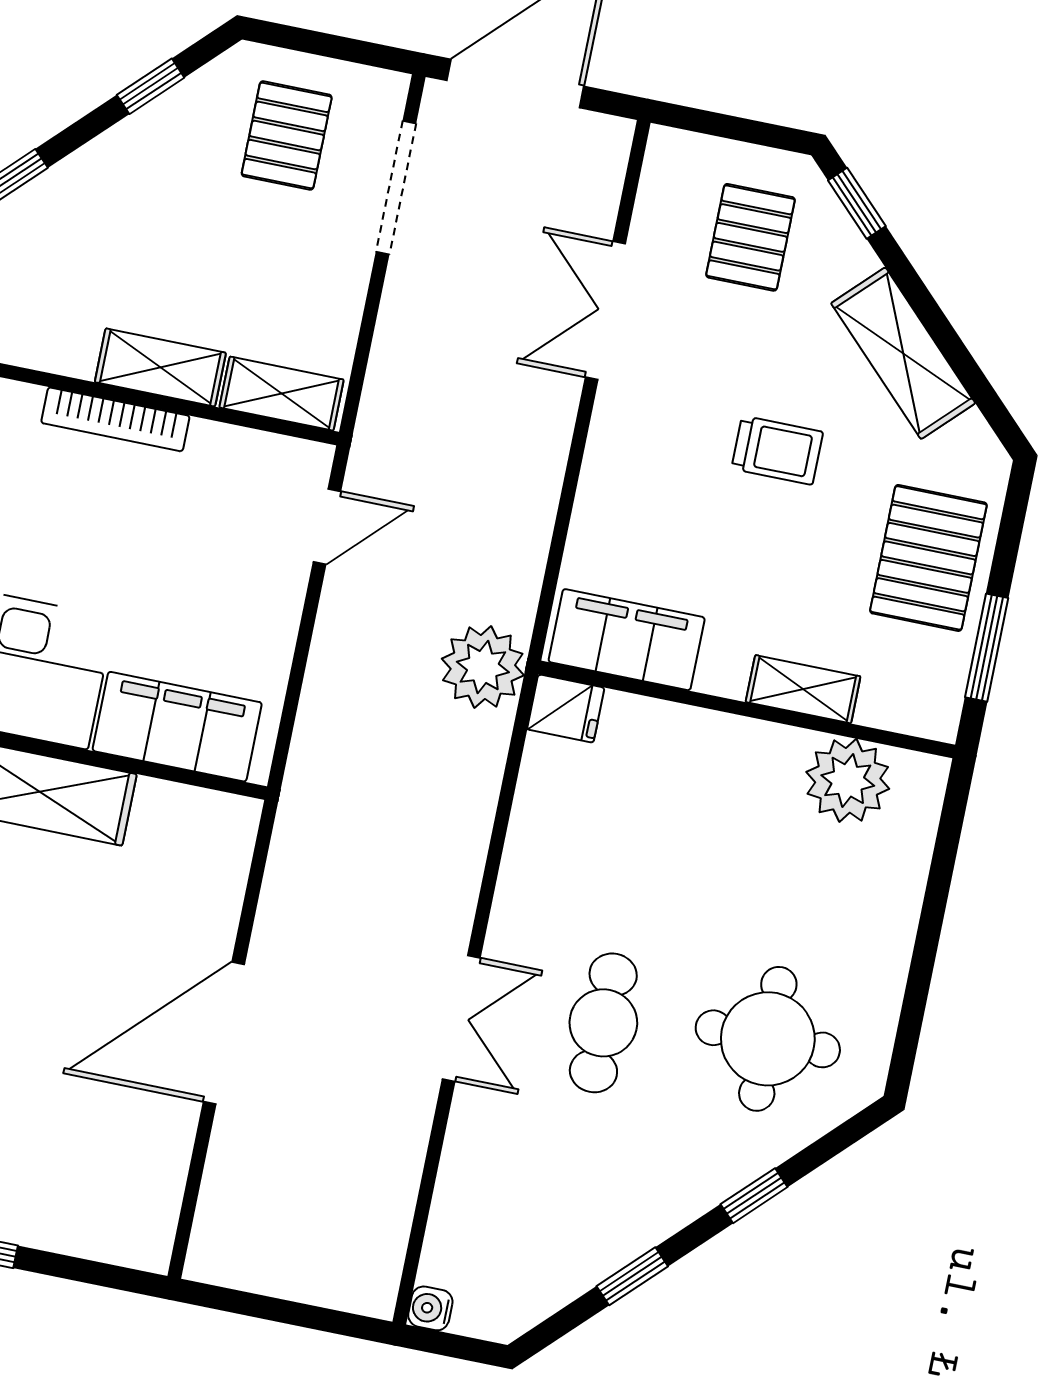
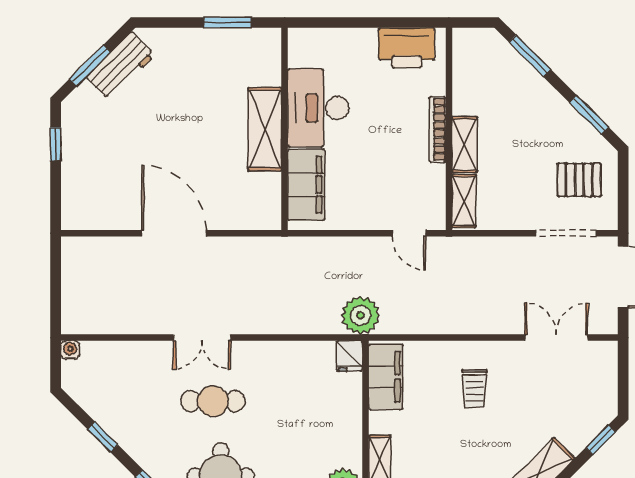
window: (151, 86) -> (589, 115), width x1.50
pallet: (751, 237) -> (576, 396), removed
double door: (605, 310) -> (556, 338), moved
trolley: (777, 450) -> (475, 388), moved

